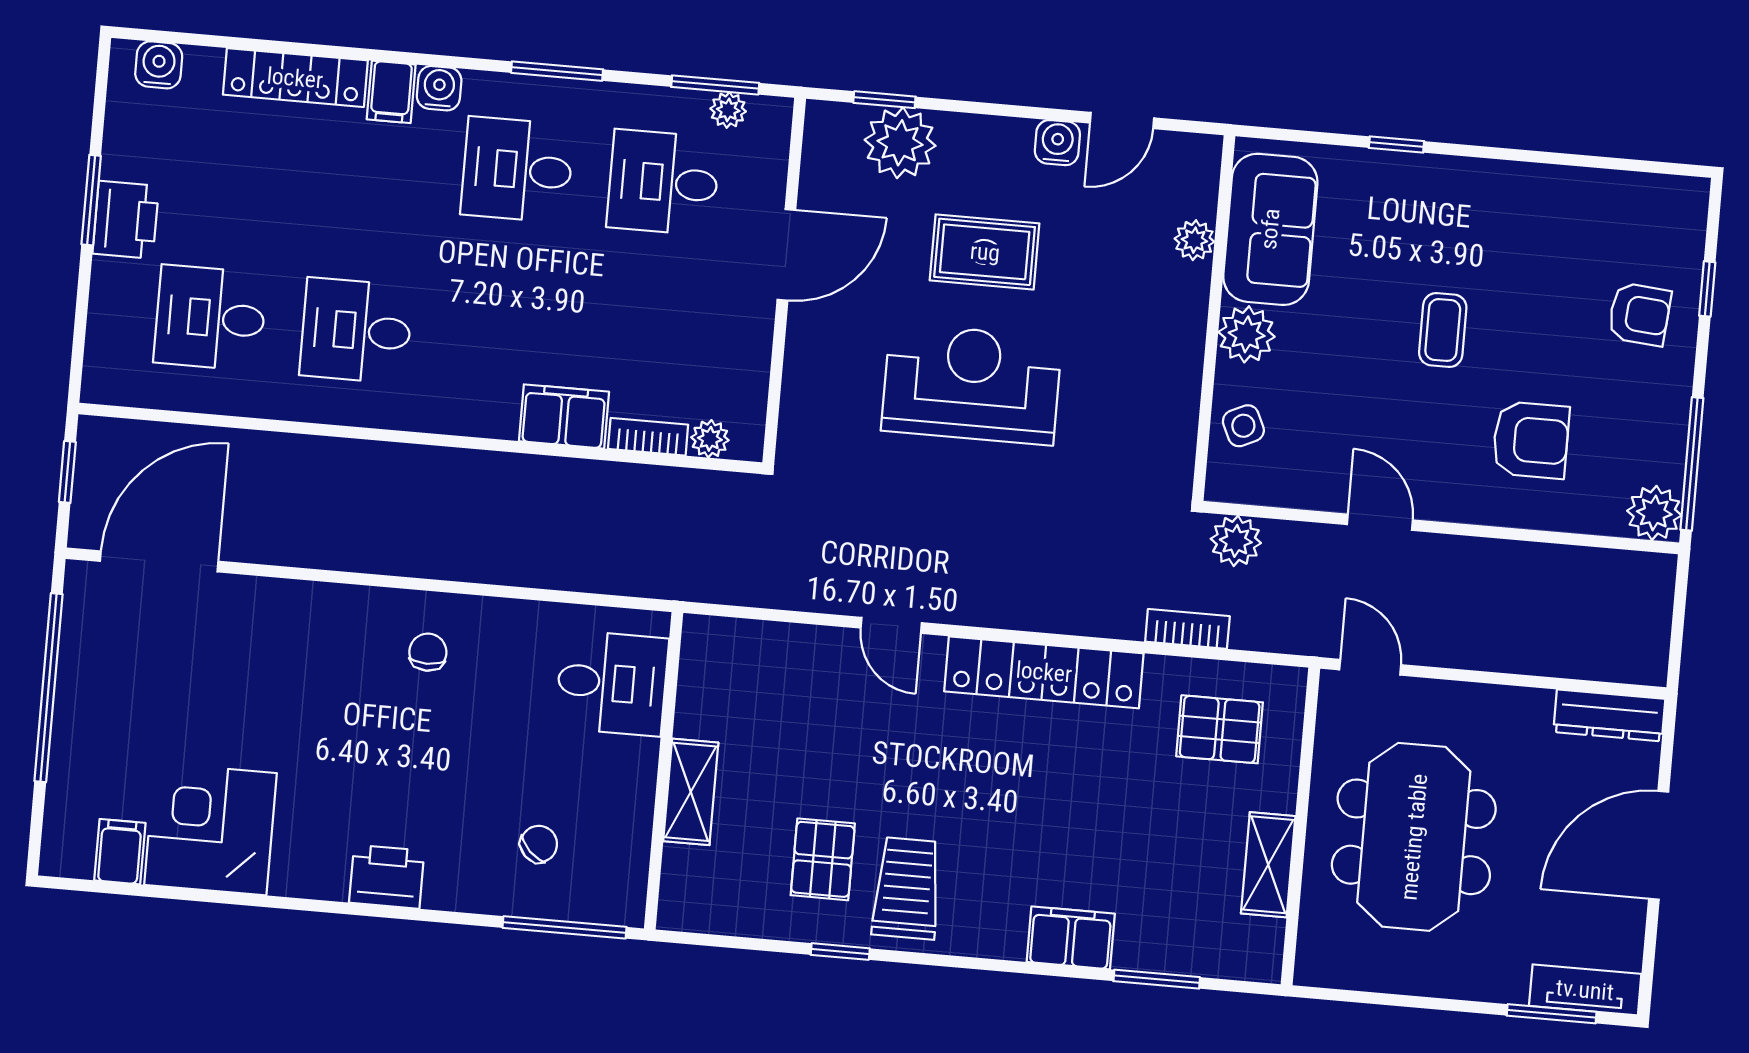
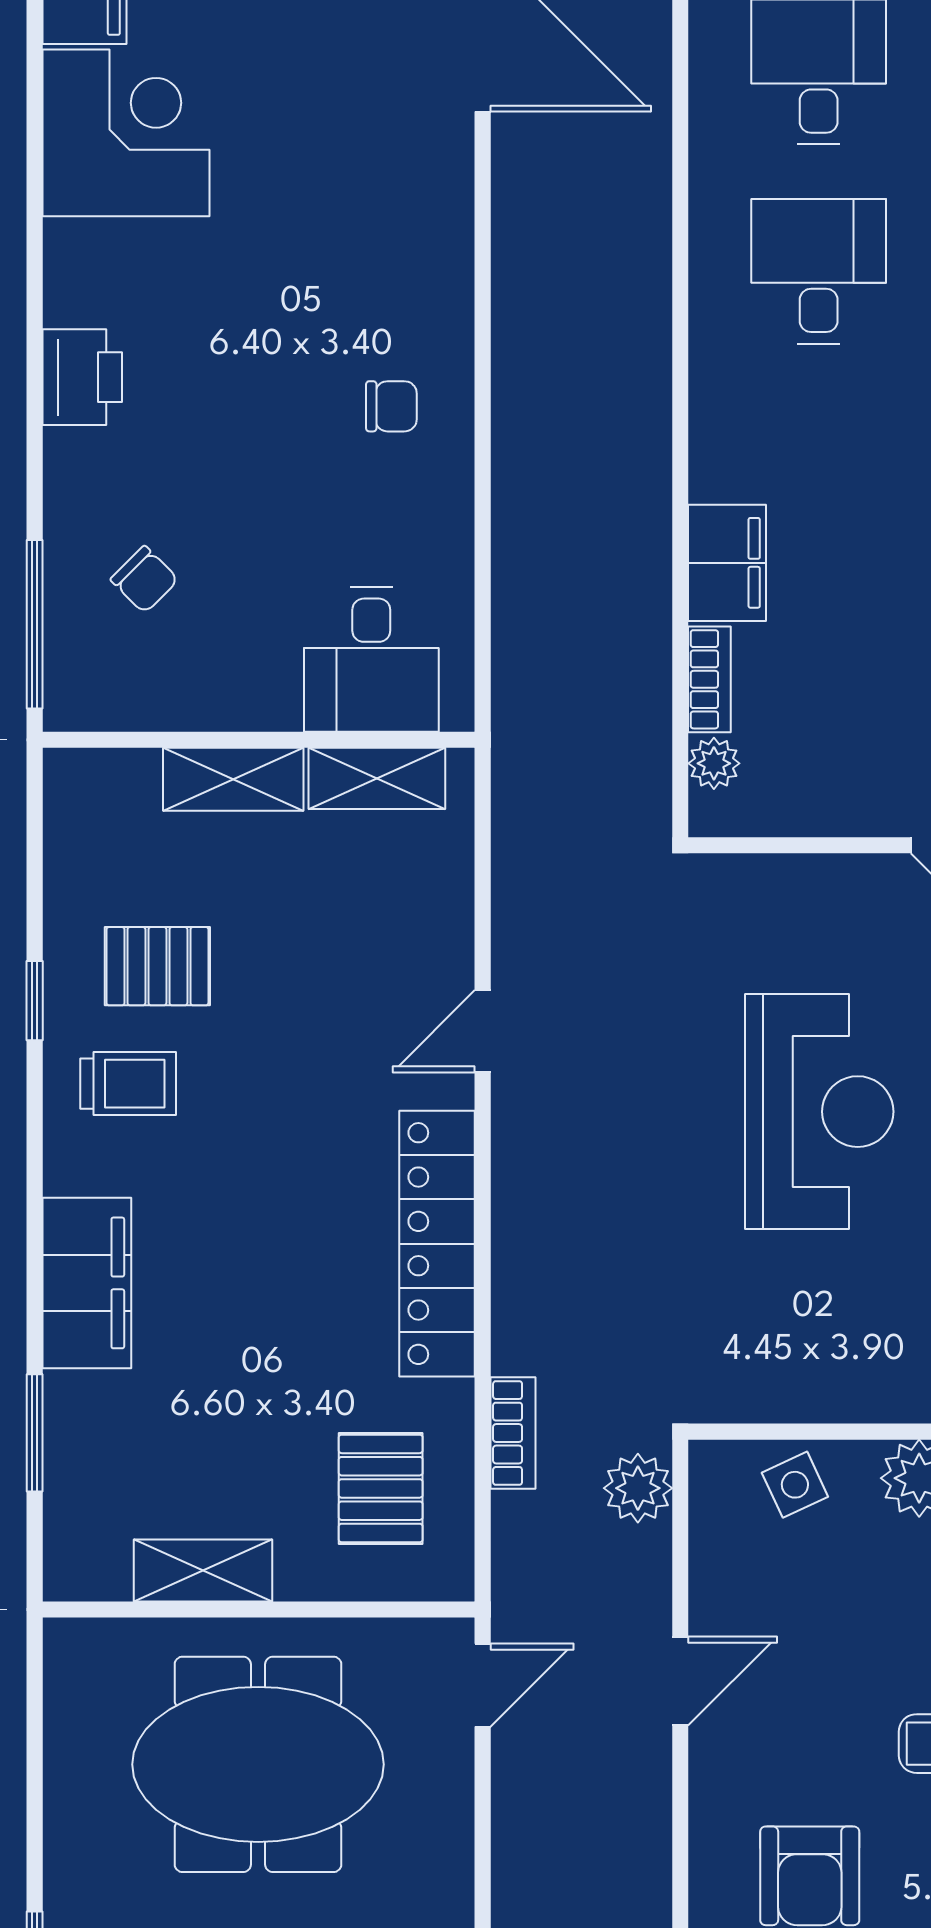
shelving: (699, 687) -> (377, 778), added
trolley: (907, 888) -> (128, 1084), width x0.73, depth x0.72
filing cabinet: (1071, 938) -> (87, 1283), width x1.50, depth x1.17

